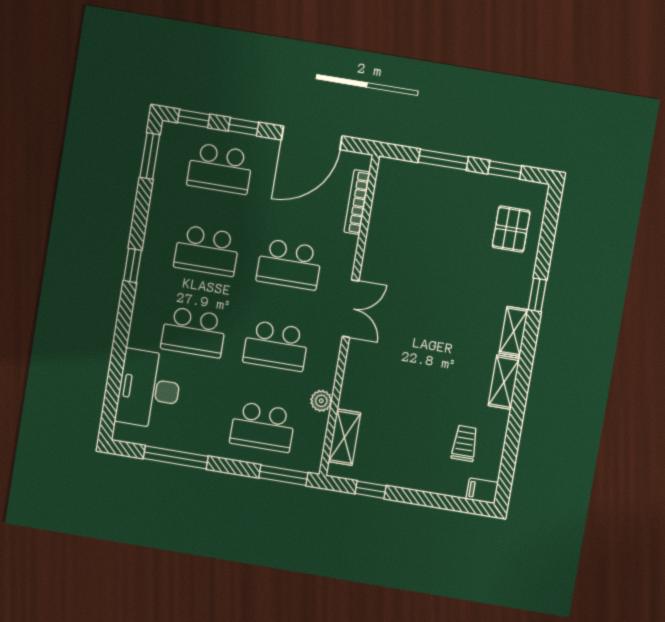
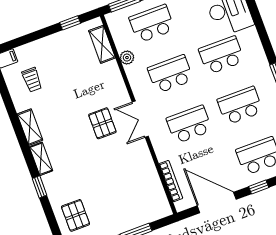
door: (312, 138) -> (217, 203), hinge flipped
pallet: (404, 332) -> (102, 123), added

